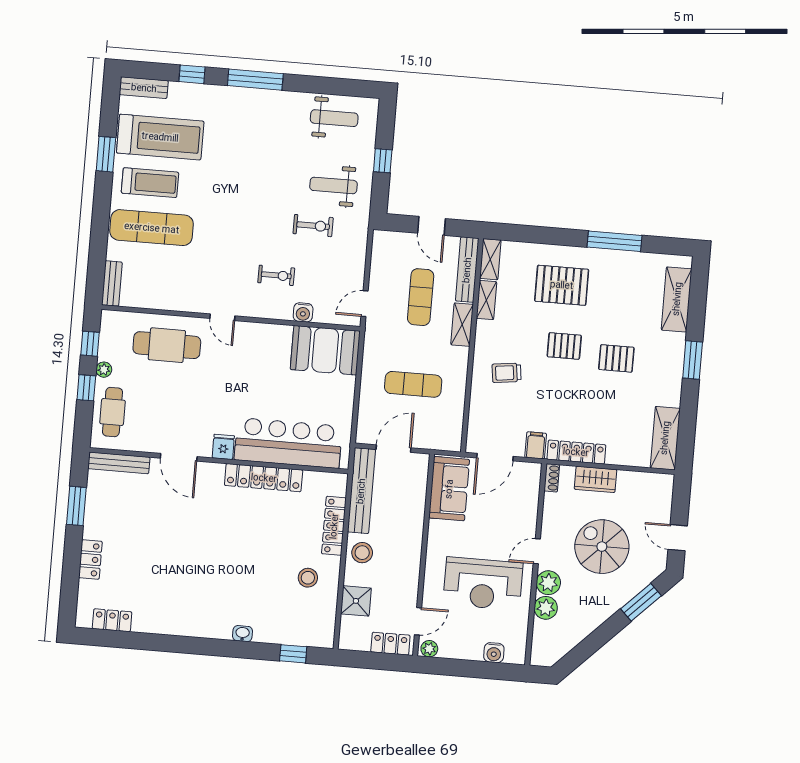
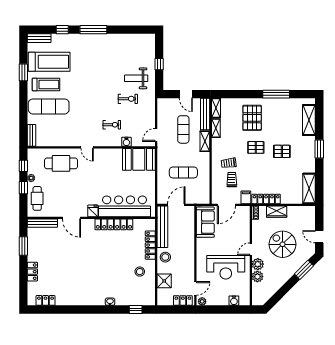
weight bench: (334, 118) -> (134, 45), removed
pallet: (562, 285) -> (252, 118), turned 90
trolley: (510, 407) -> (232, 180), added

